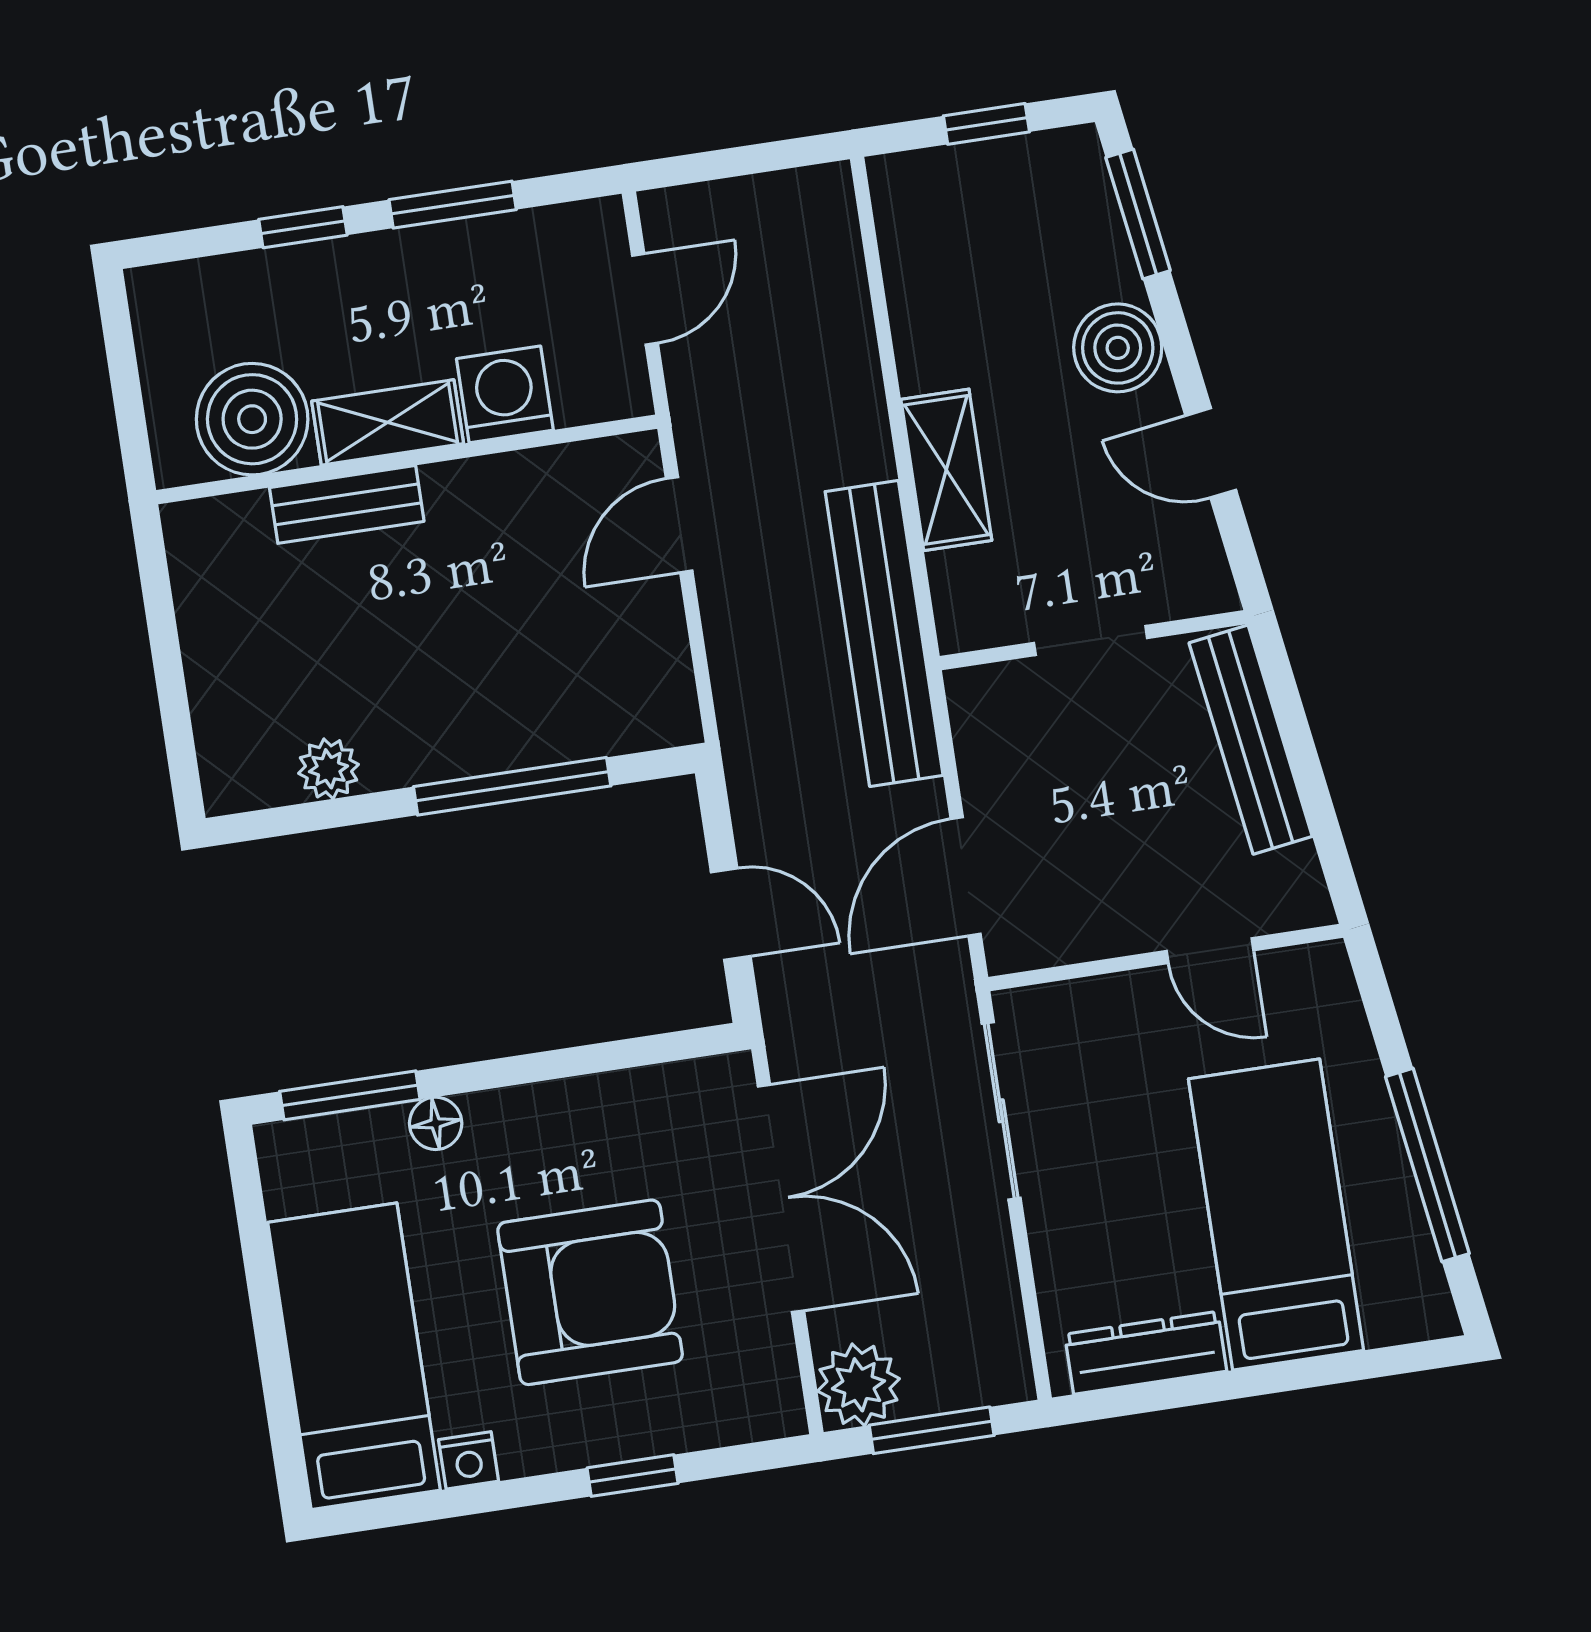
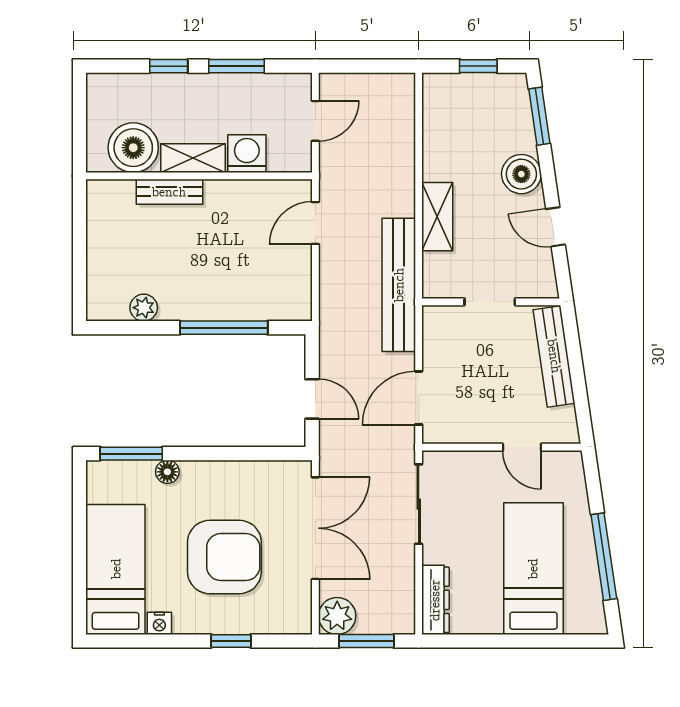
dresser: (1146, 1353) -> (435, 600), moved, turned 90

